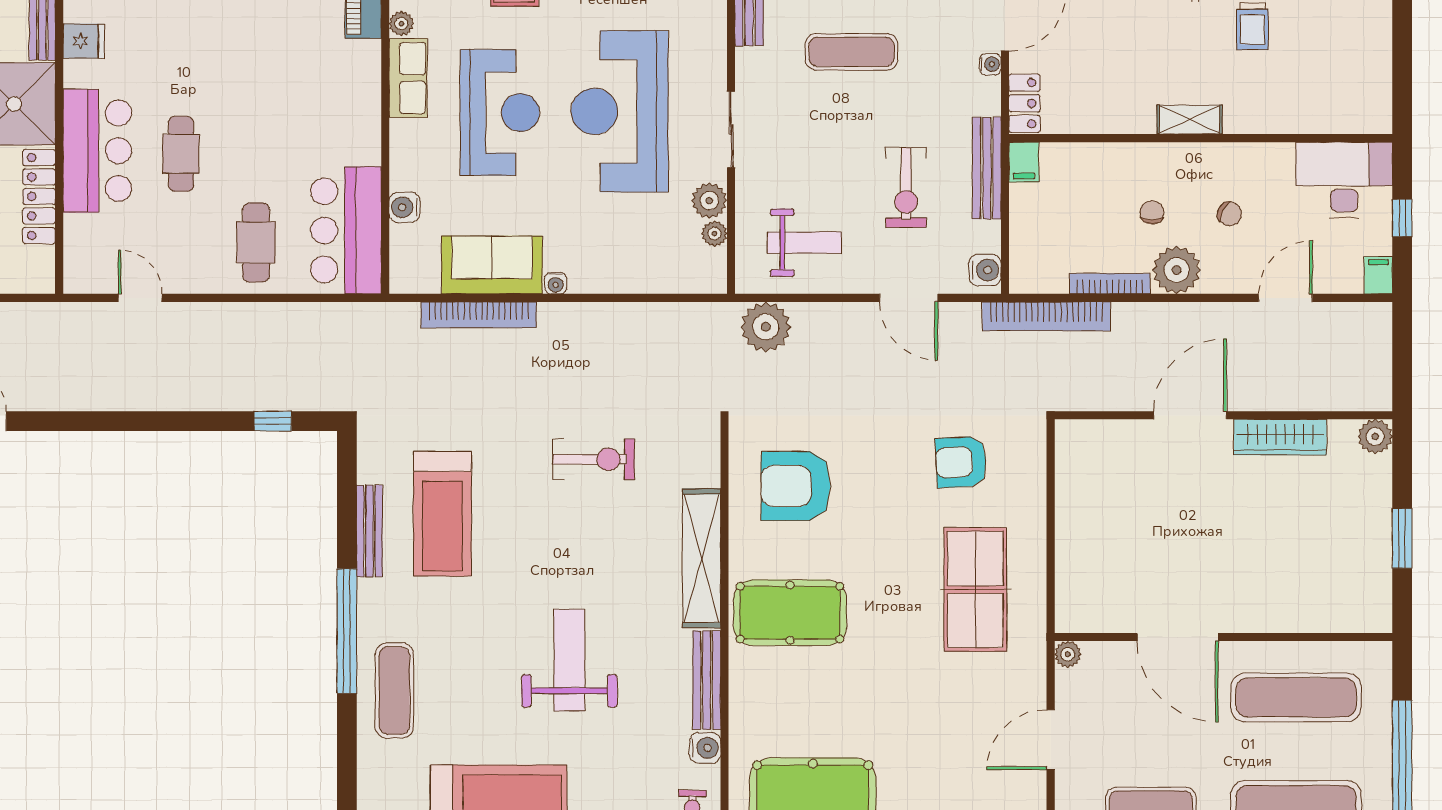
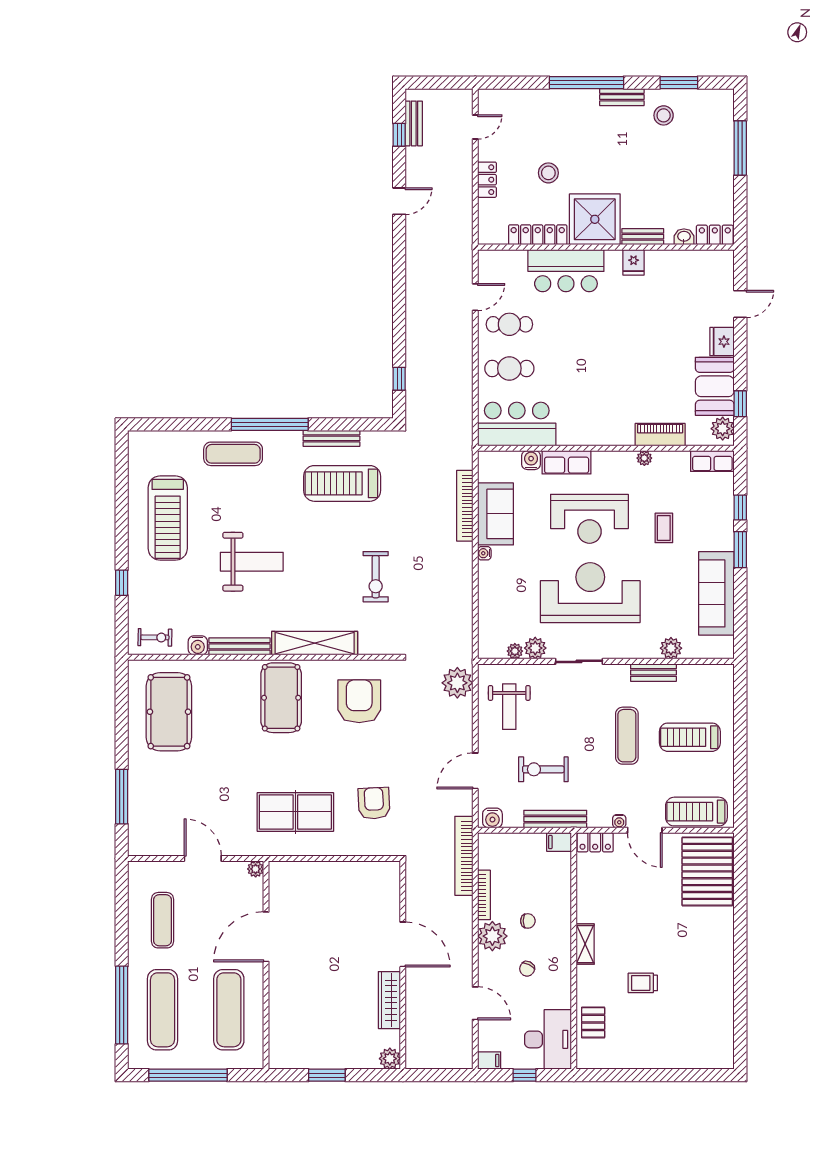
row of seats: (408, 78) -> (567, 462), moved
pallet: (1317, 107) -> (593, 1022), added
cafe table: (181, 154) -> (509, 324), moved

